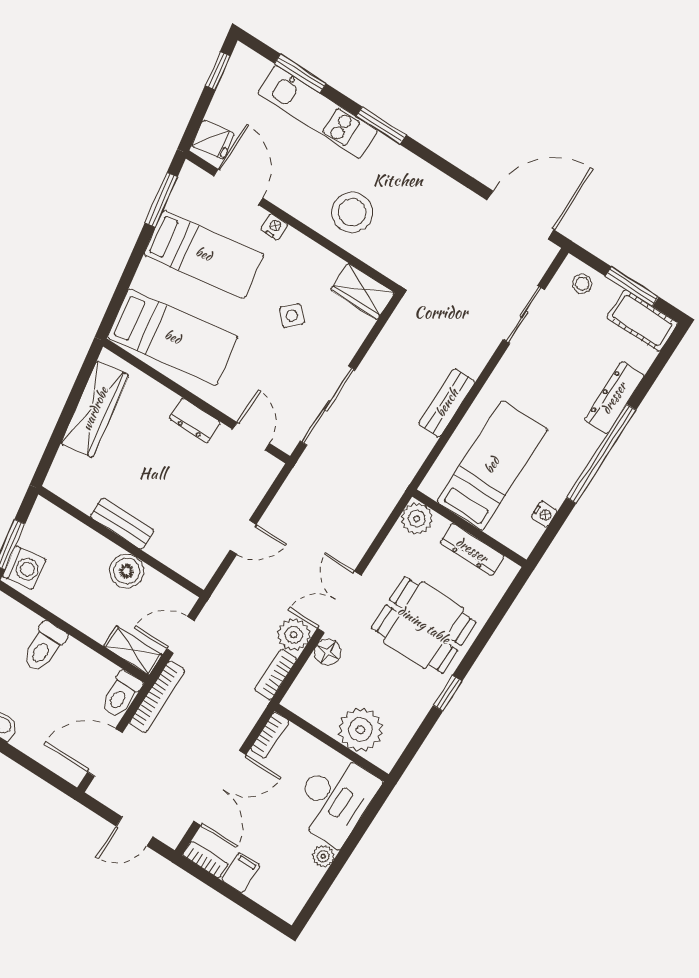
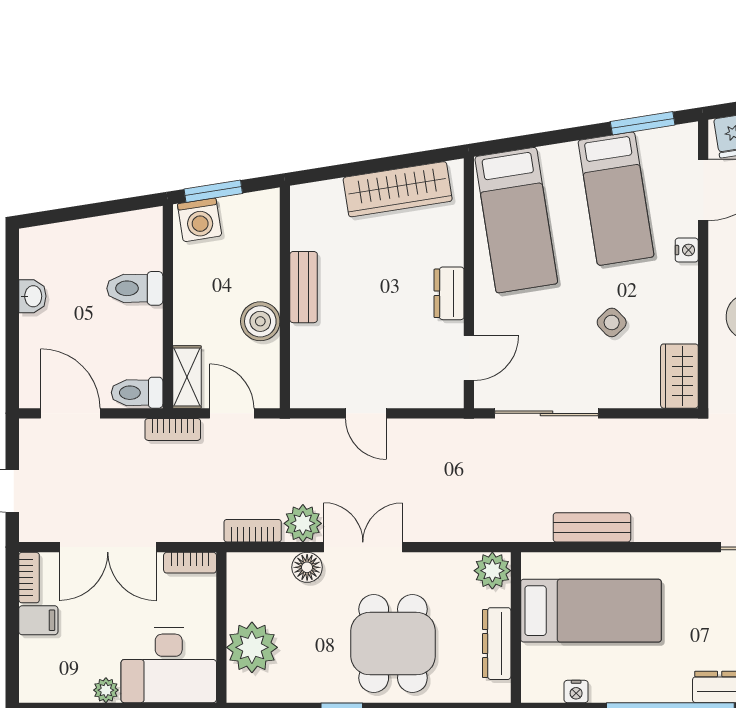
bench: (447, 403) -> (592, 527), moved
bookcase: (157, 697) -> (173, 429), width x0.64

